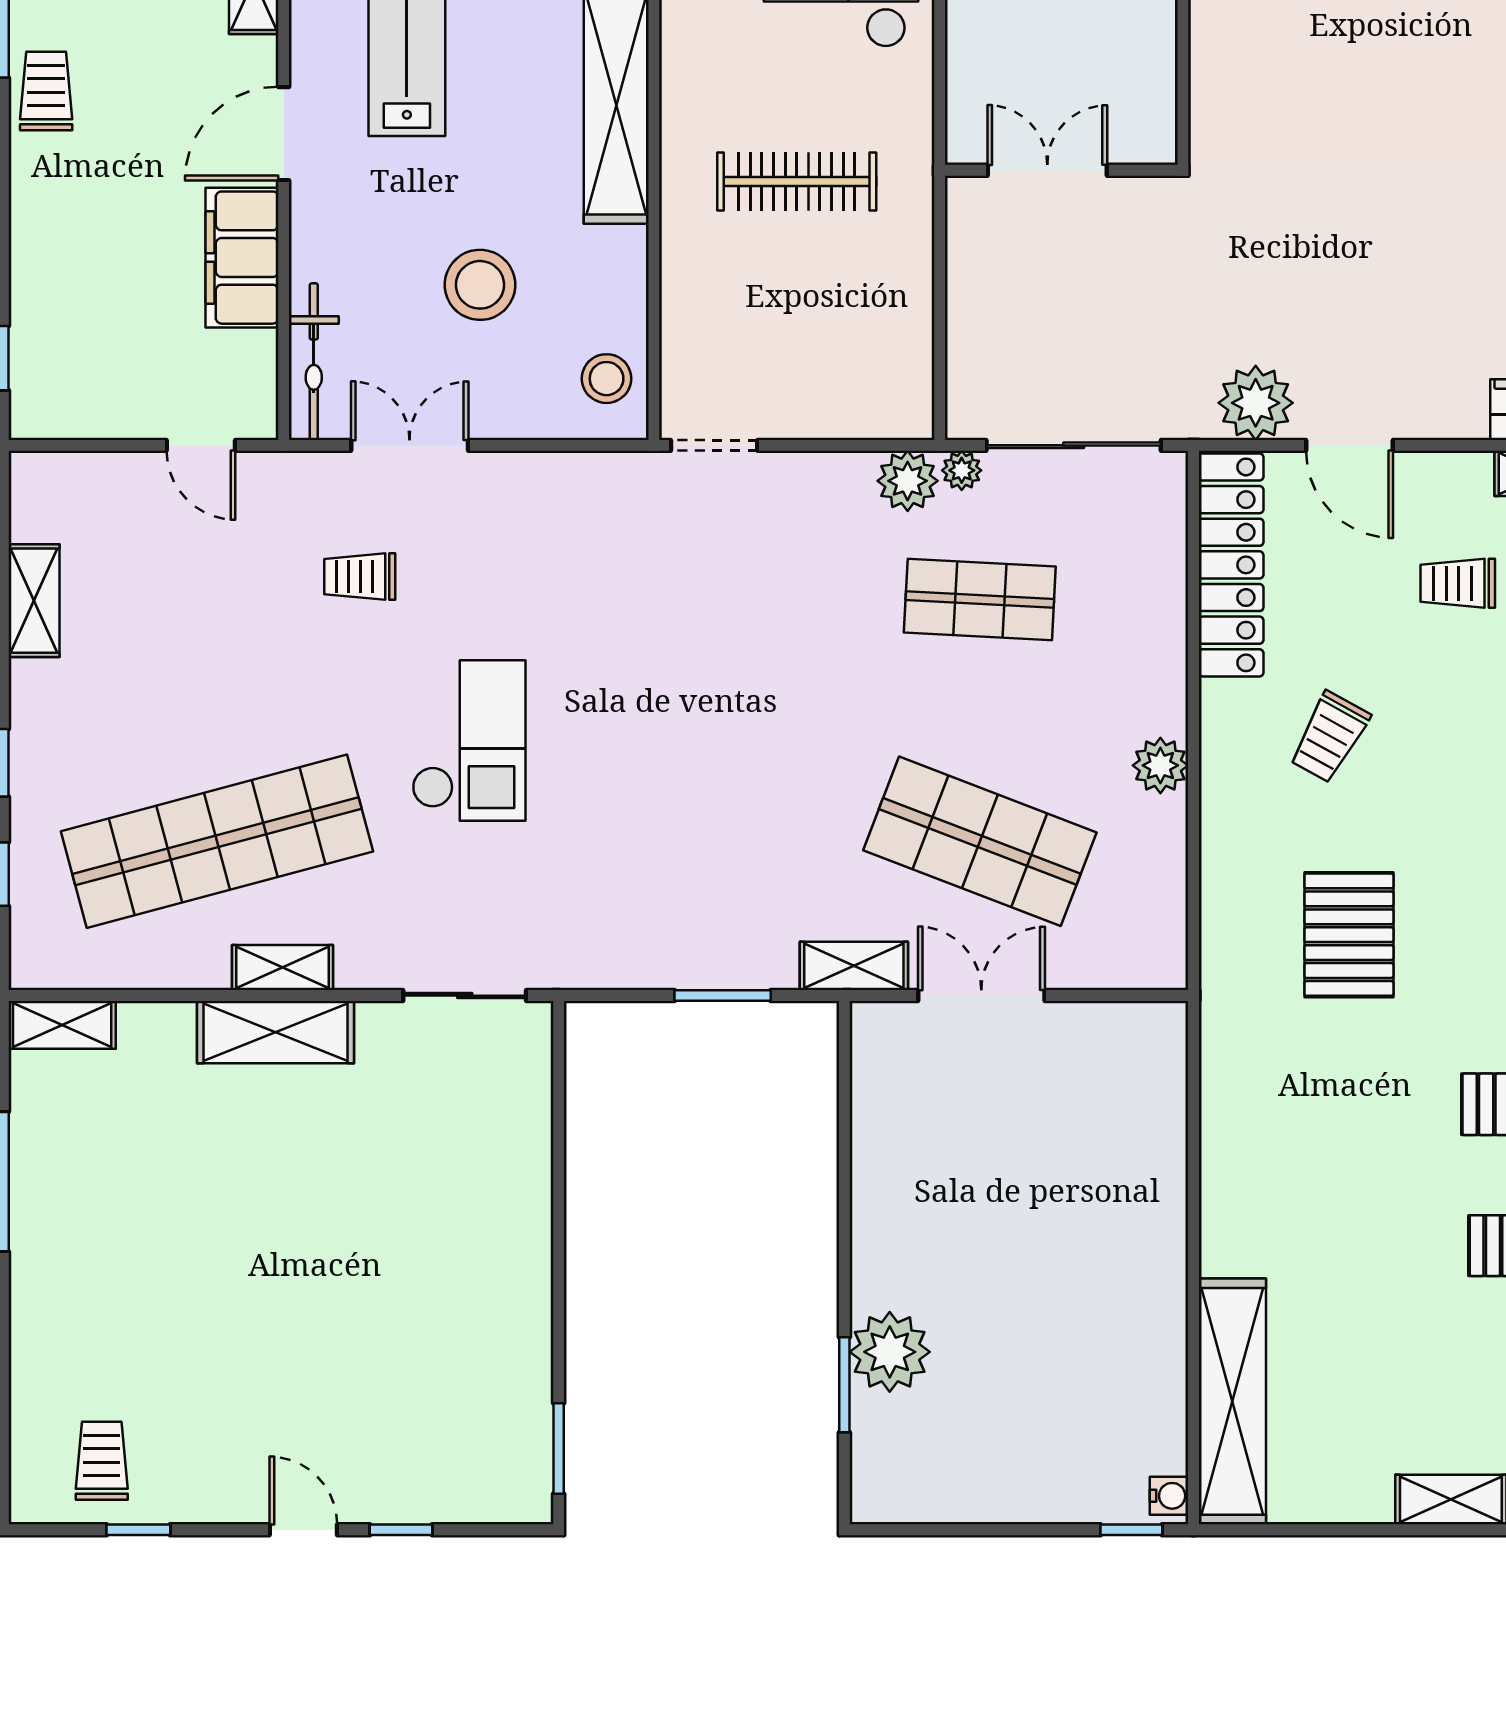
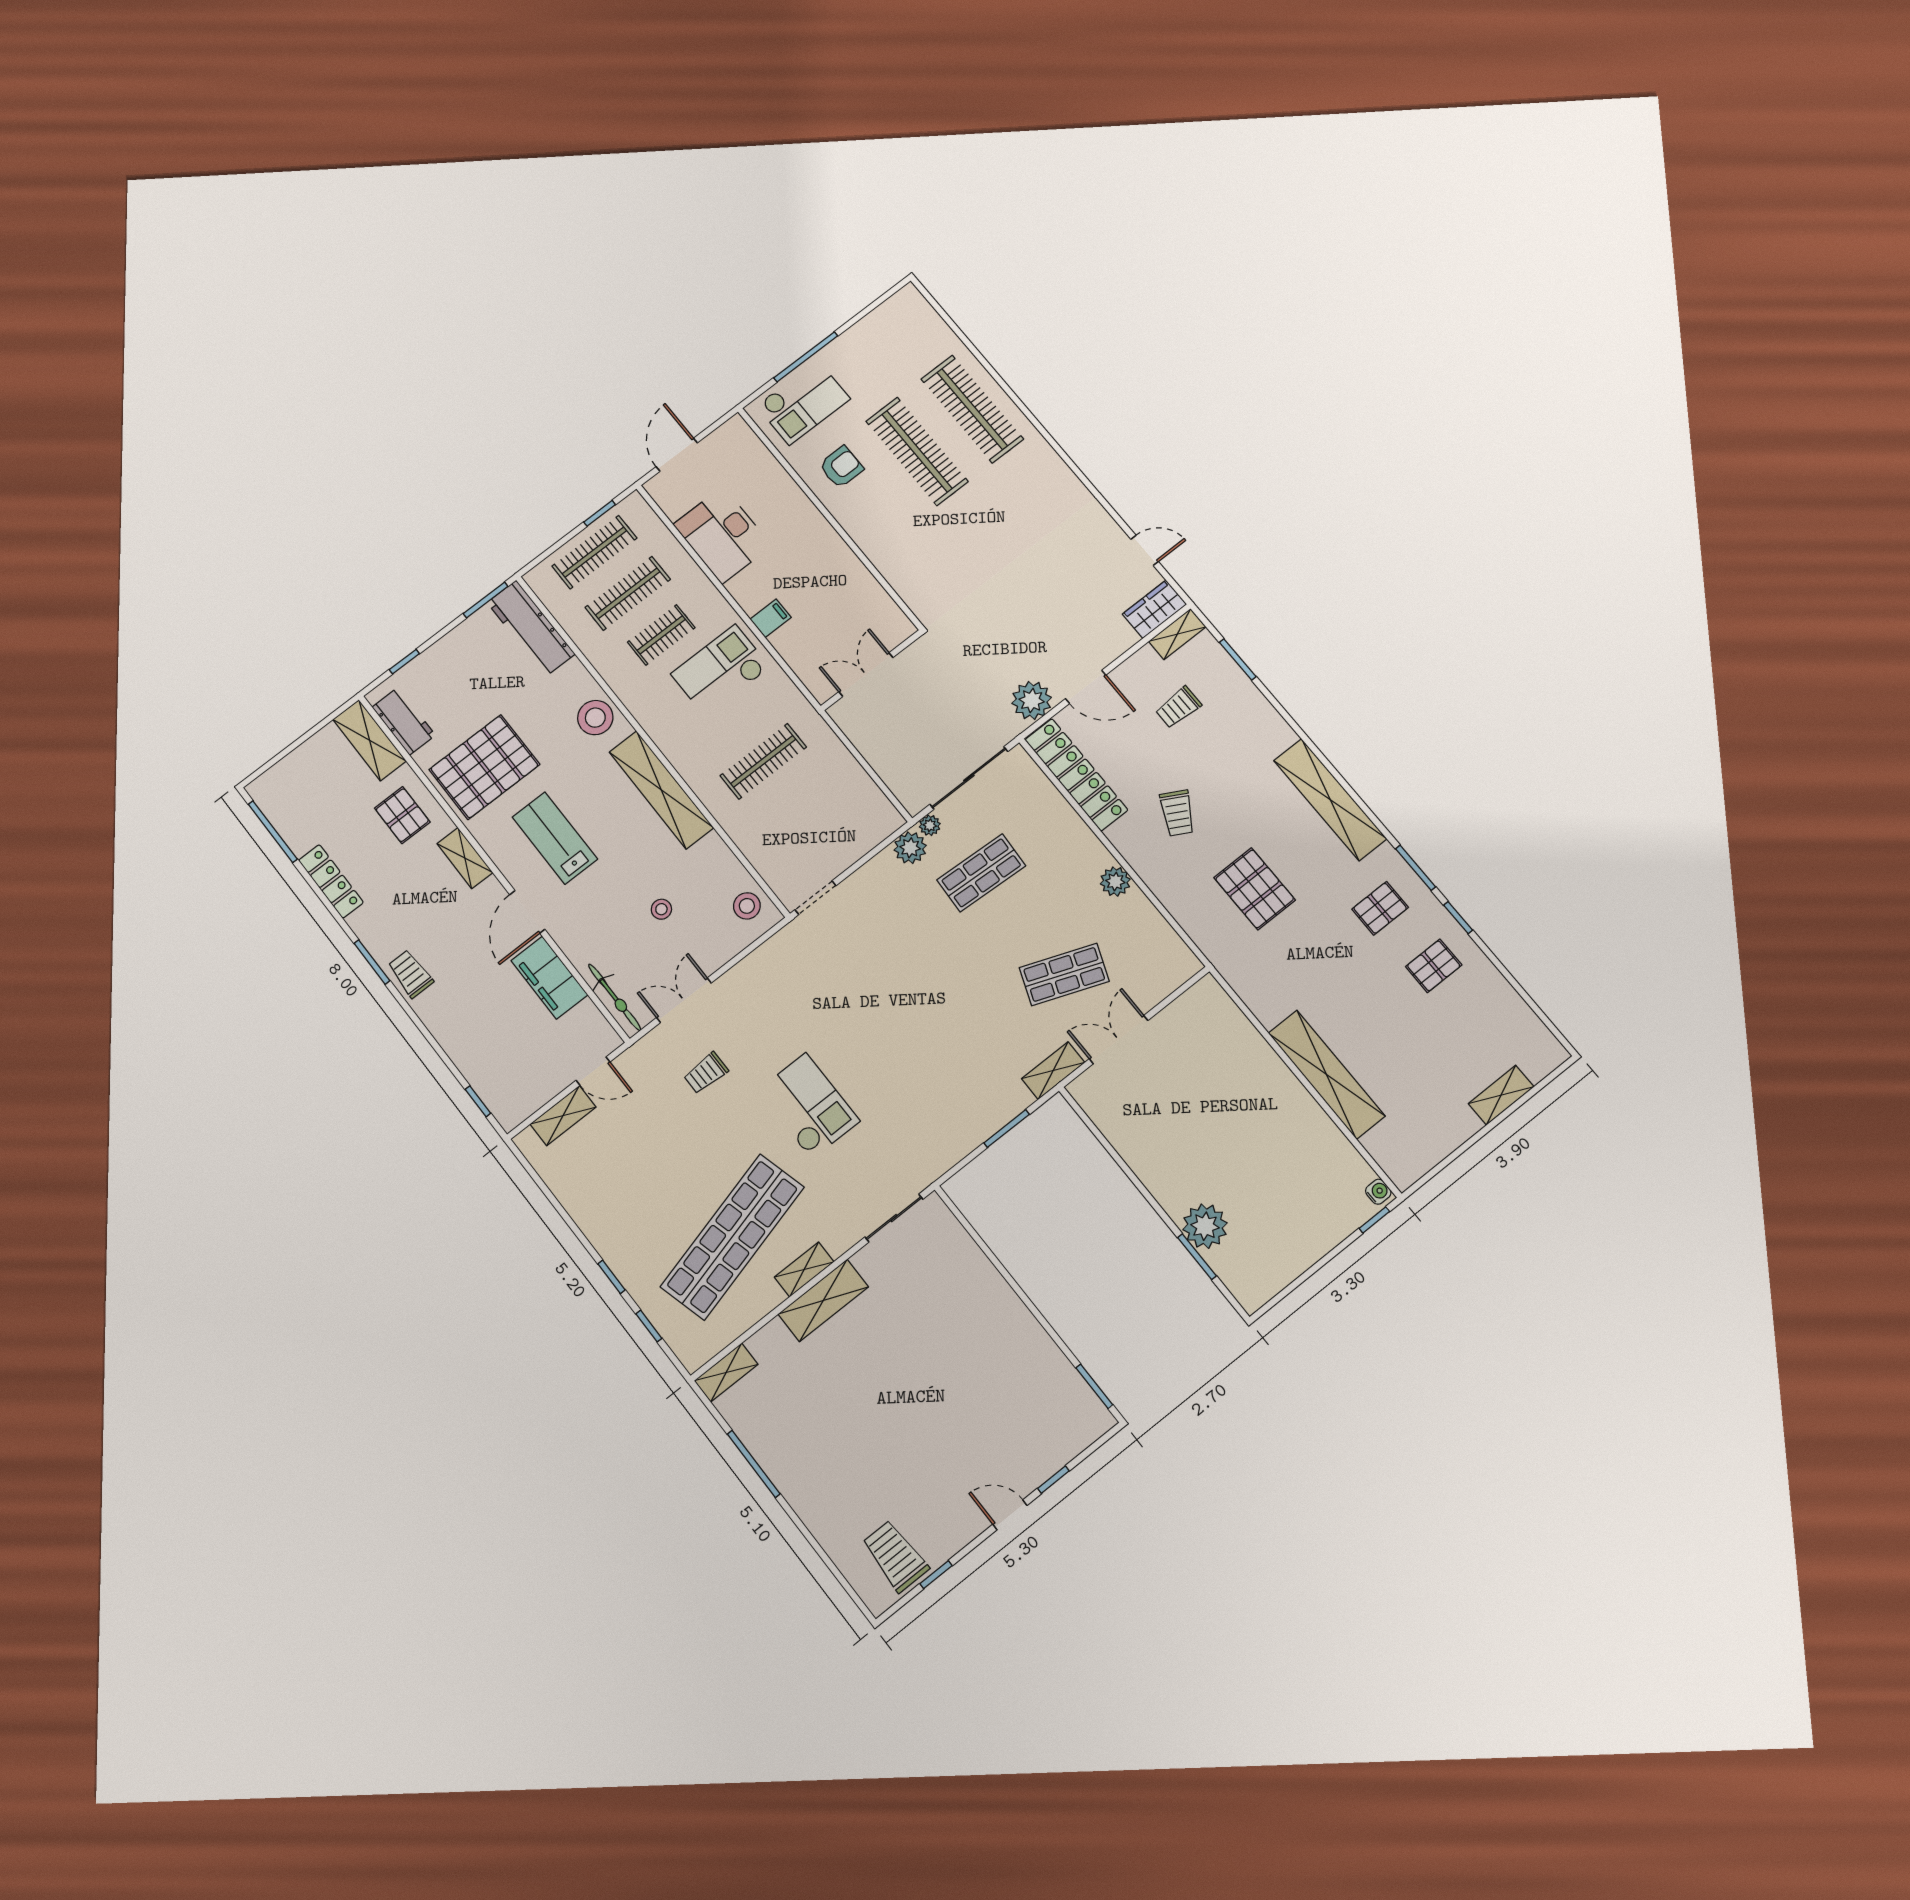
stool: (480, 285) -> (661, 909), width x0.53, depth x0.53
shelving: (34, 601) -> (563, 1116), moved, turned 90
shop shelf: (980, 841) -> (1064, 974), width x0.70, depth x0.74
shelving: (1232, 1401) -> (1327, 1074), moved
trolley: (102, 1461) -> (895, 1556), width x1.36, depth x1.39

